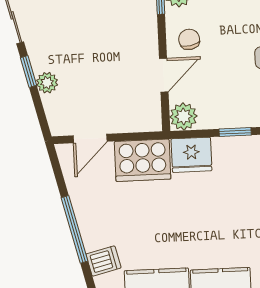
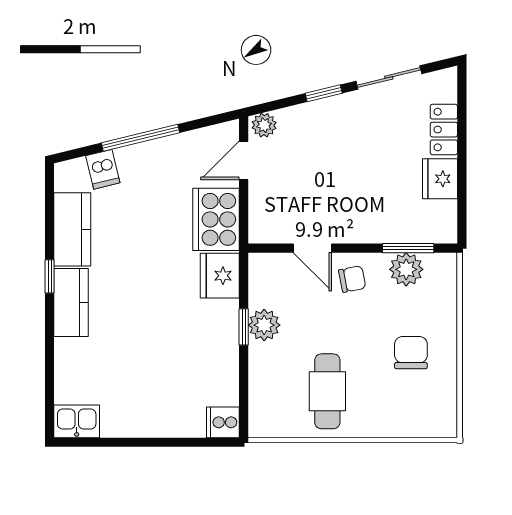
plant: (47, 83) -> (264, 125), moved
plant: (183, 116) -> (264, 325), moved
door: (90, 139) -> (244, 160), hinge flipped

